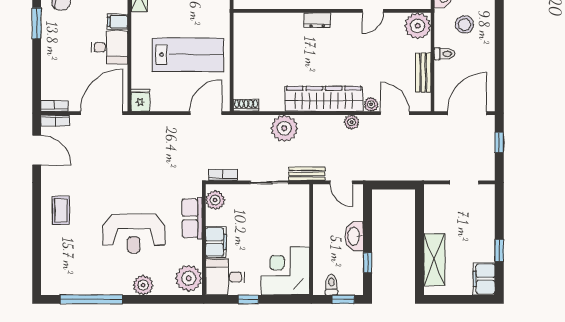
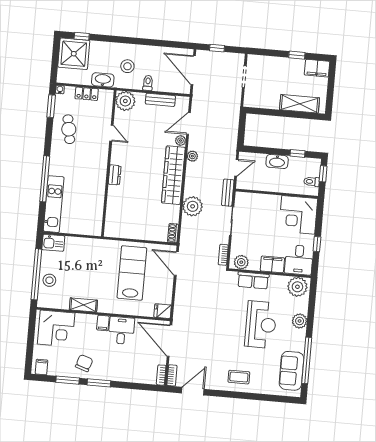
sofa: (75, 280) -> (291, 371), added

